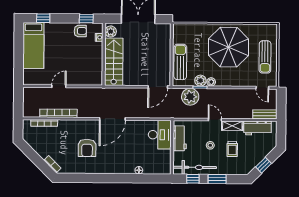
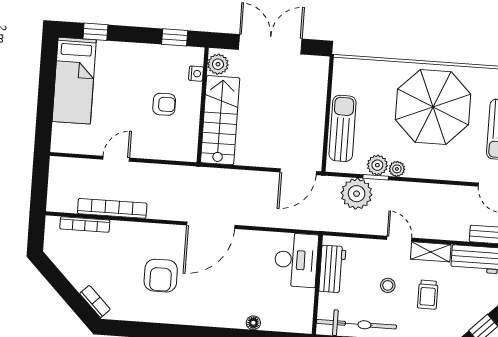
armchair: (80, 31) -> (164, 104), moved

